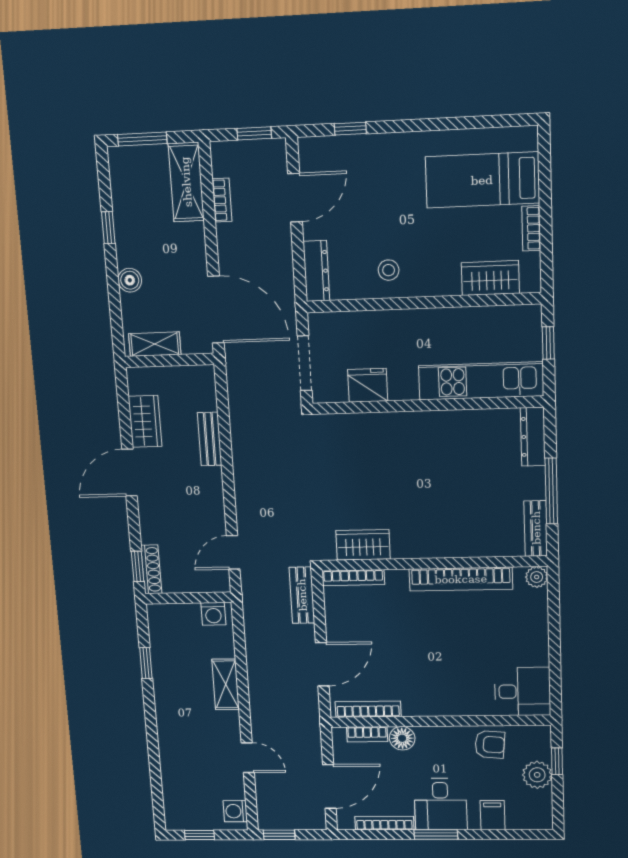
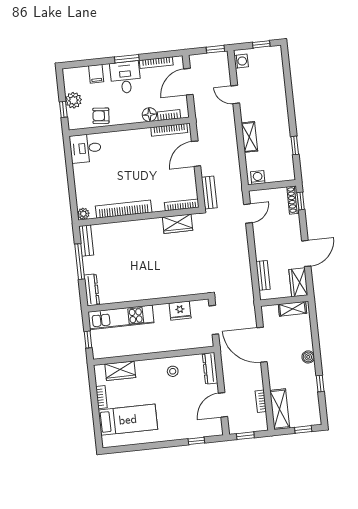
window: (142, 139) -> (303, 429), width x0.67
shelving: (155, 344) -> (292, 309), moved
wall: (169, 360) -> (284, 301), moved

